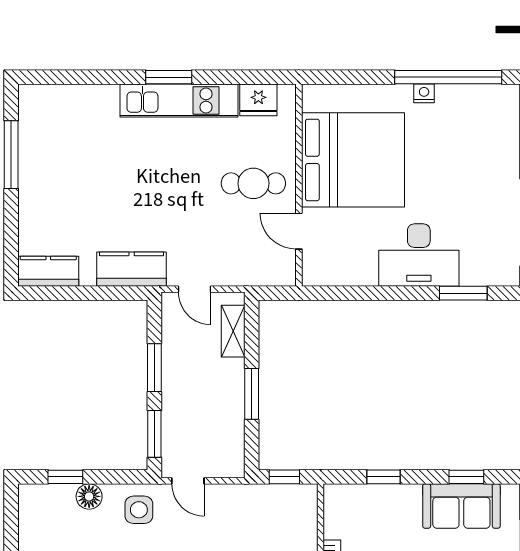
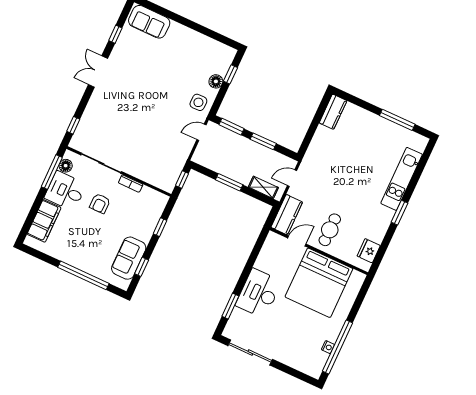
nightstand: (424, 93) -> (328, 347), moved
kitchen unit: (179, 100) -> (402, 179), moved
kitchen counter: (132, 269) -> (287, 215), moved

